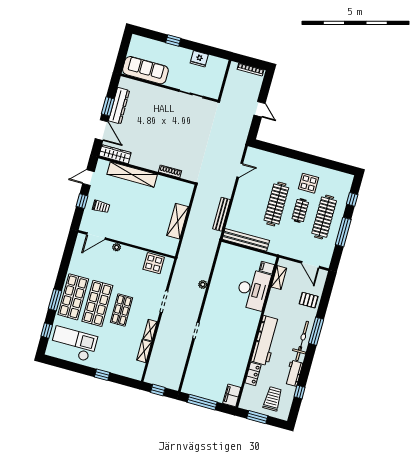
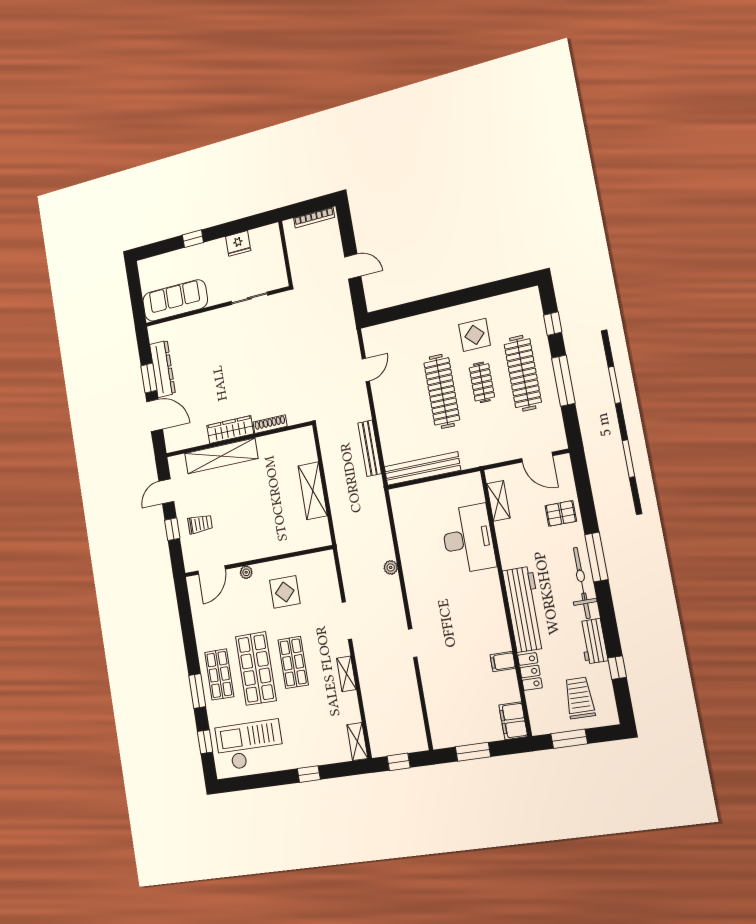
wardrobe: (115, 154) -> (230, 430), moved
display table: (154, 263) -> (285, 592), moved
filing cabinet: (267, 268) -> (503, 662), moved
shop shelf: (73, 297) -> (219, 674), width x0.70, depth x0.74
shelving: (144, 351) -> (357, 742), moved
window: (202, 402) -> (473, 752), width x0.69

